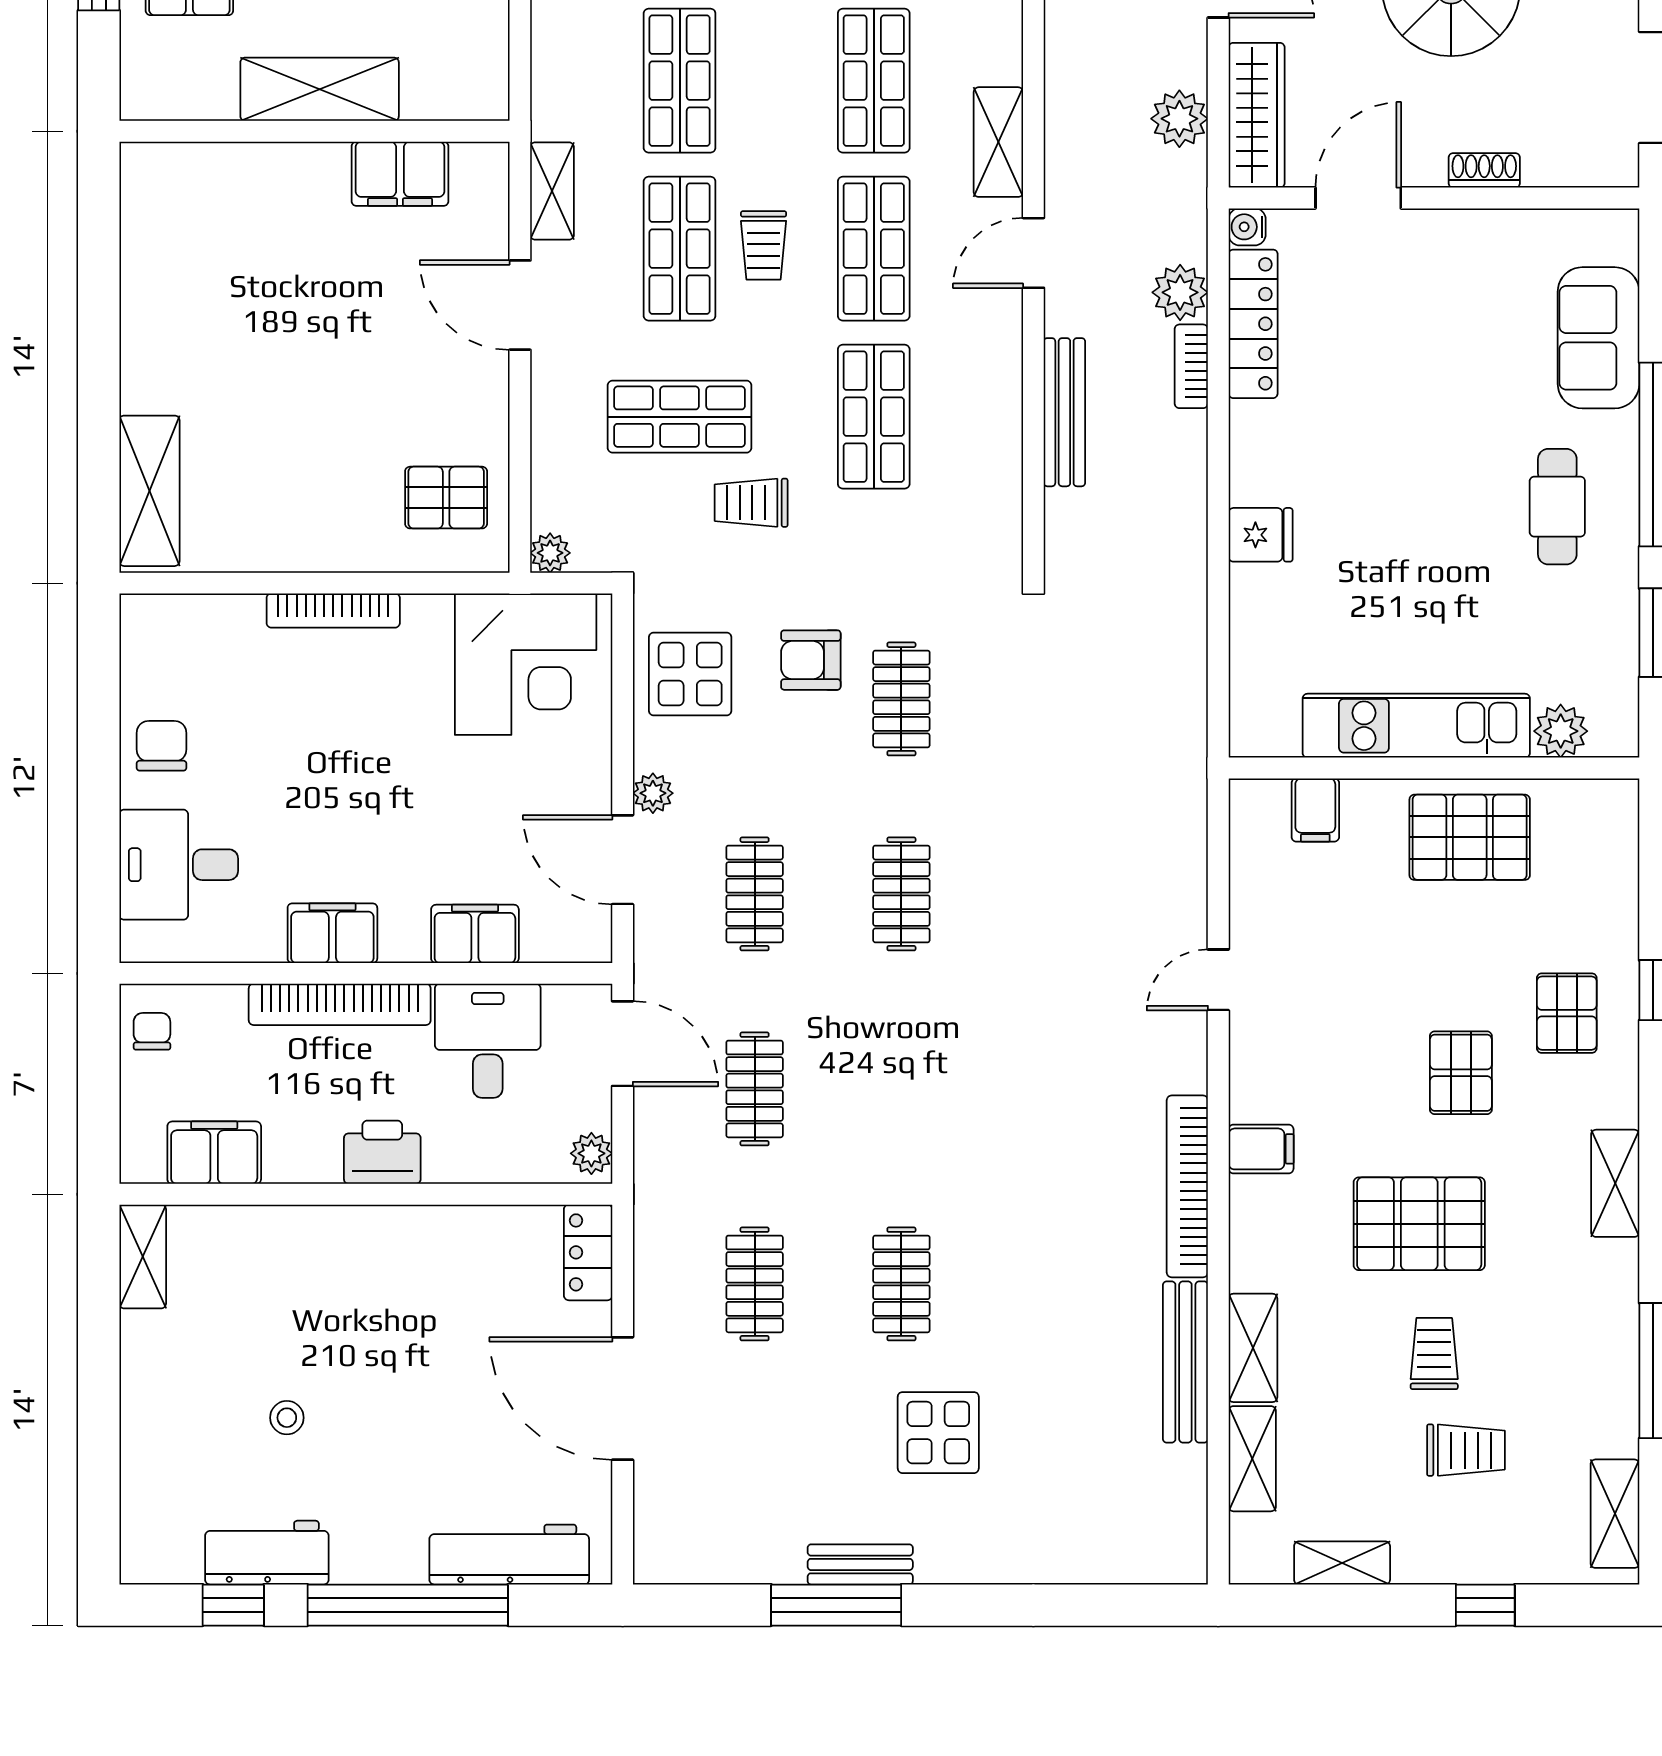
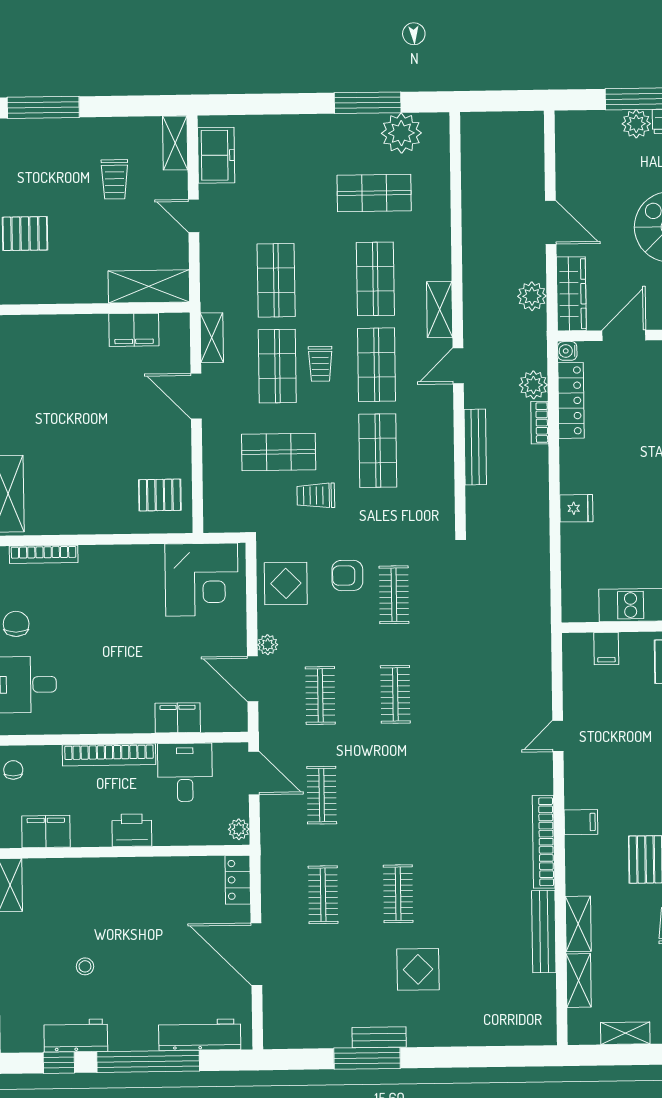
shelving: (320, 89) -> (149, 286), moved
plant: (550, 553) -> (213, 523), removed
bookcase: (333, 610) -> (44, 554), moved
filing cabinet: (332, 933) -> (105, 719), removed

